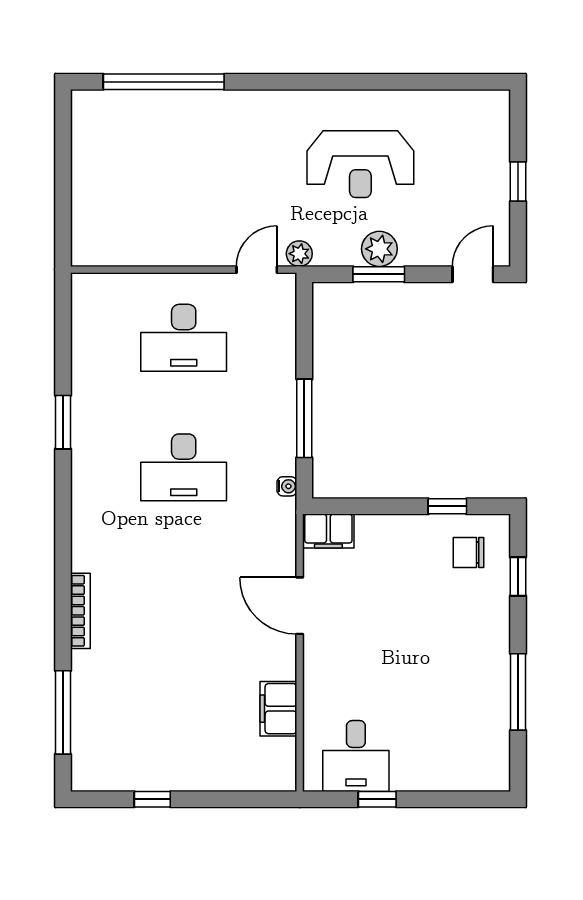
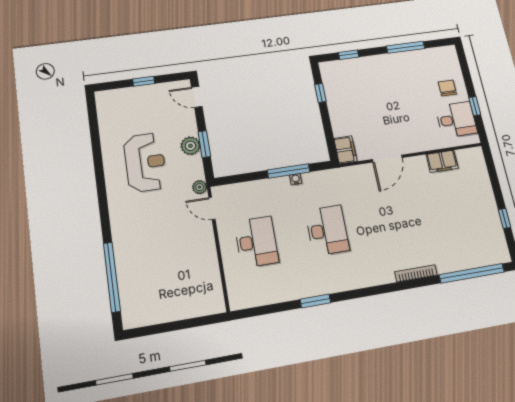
water cooler: (287, 486) -> (296, 179), moved
chair: (469, 553) -> (447, 88), moved, turned 180
window: (63, 712) -> (472, 273), width x1.46

